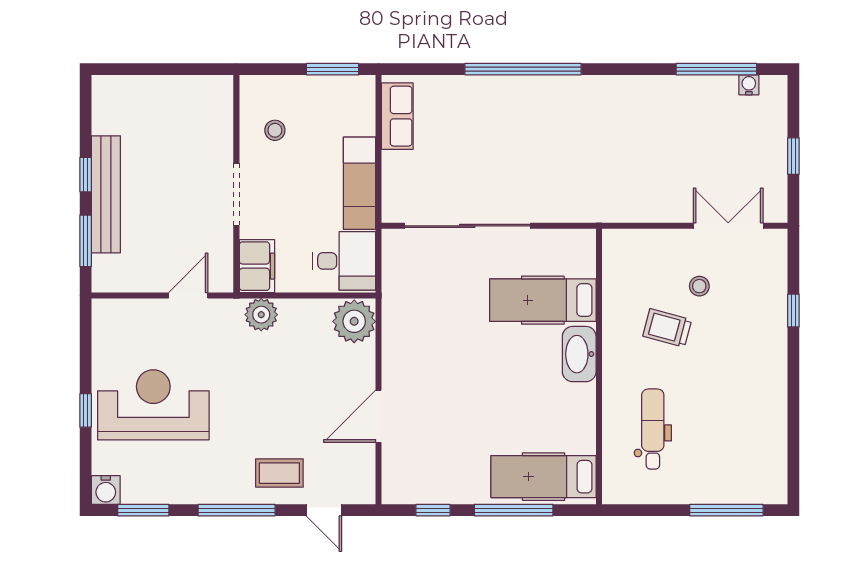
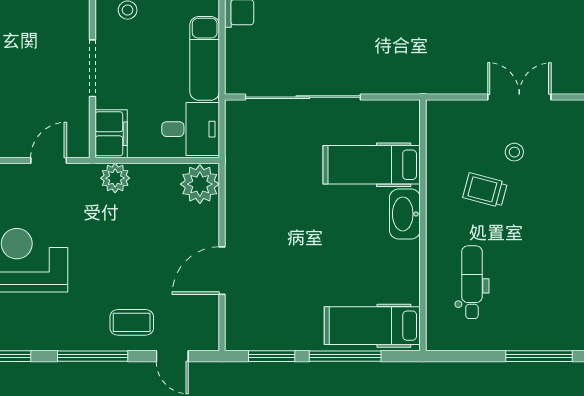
double door: (728, 226) -> (519, 97), moved
window: (433, 510) -> (272, 356), width x1.50

